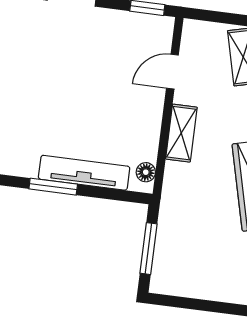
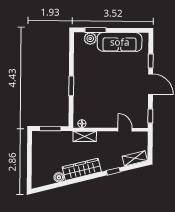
shelving: (181, 133) -> (85, 136), moved
tv unit: (84, 173) -> (79, 98), removed

